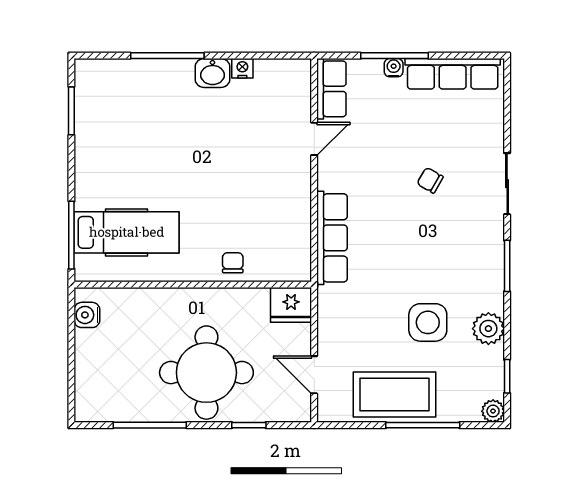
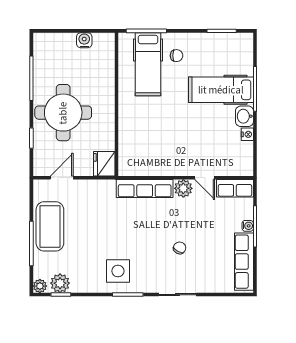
hospital bed: (169, 112) -> (221, 90), added
plant: (332, 174) -> (183, 188), added
chair: (233, 263) -> (177, 56), moved
water cooler: (87, 315) -> (84, 40), moved
side table: (428, 322) -> (118, 271), moved
plant: (488, 329) -> (60, 283), moved

